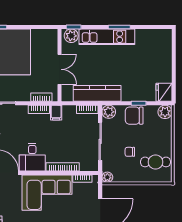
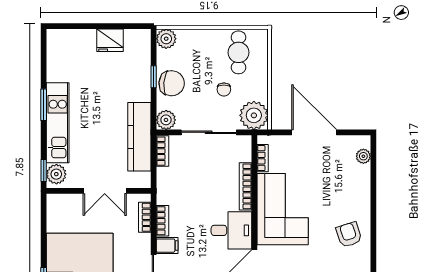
double door: (60, 69) -> (105, 191), swing flipped
fridge: (164, 92) -> (110, 40), moved
filing cabinet: (56, 113) -> (167, 246), moved
chair: (134, 116) -> (172, 83), turned -85
plant: (107, 177) -> (254, 115), width x1.88, depth x1.88

